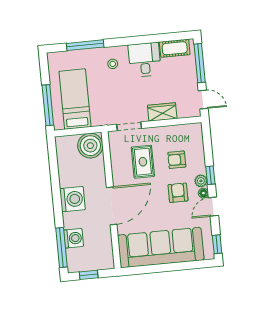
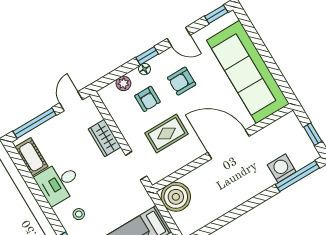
plant: (201, 181) -> (123, 83), moved
floor lamp: (203, 193) -> (145, 69), moved
washing machine: (72, 199) -> (241, 189), removed

